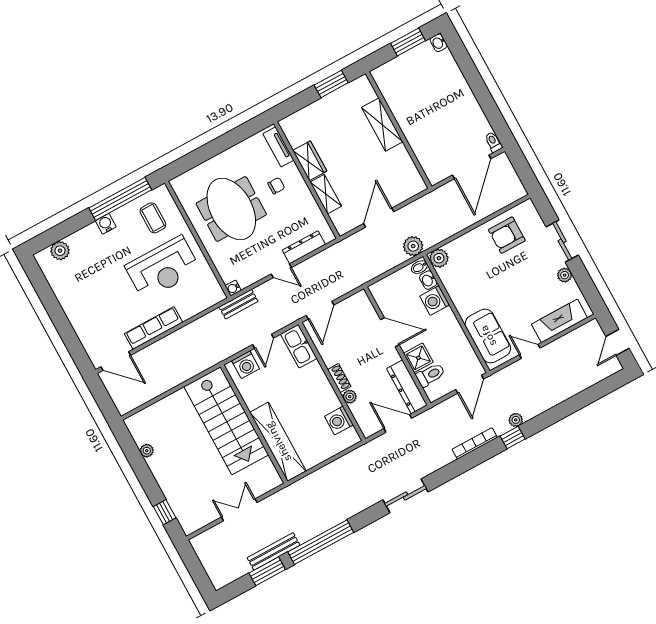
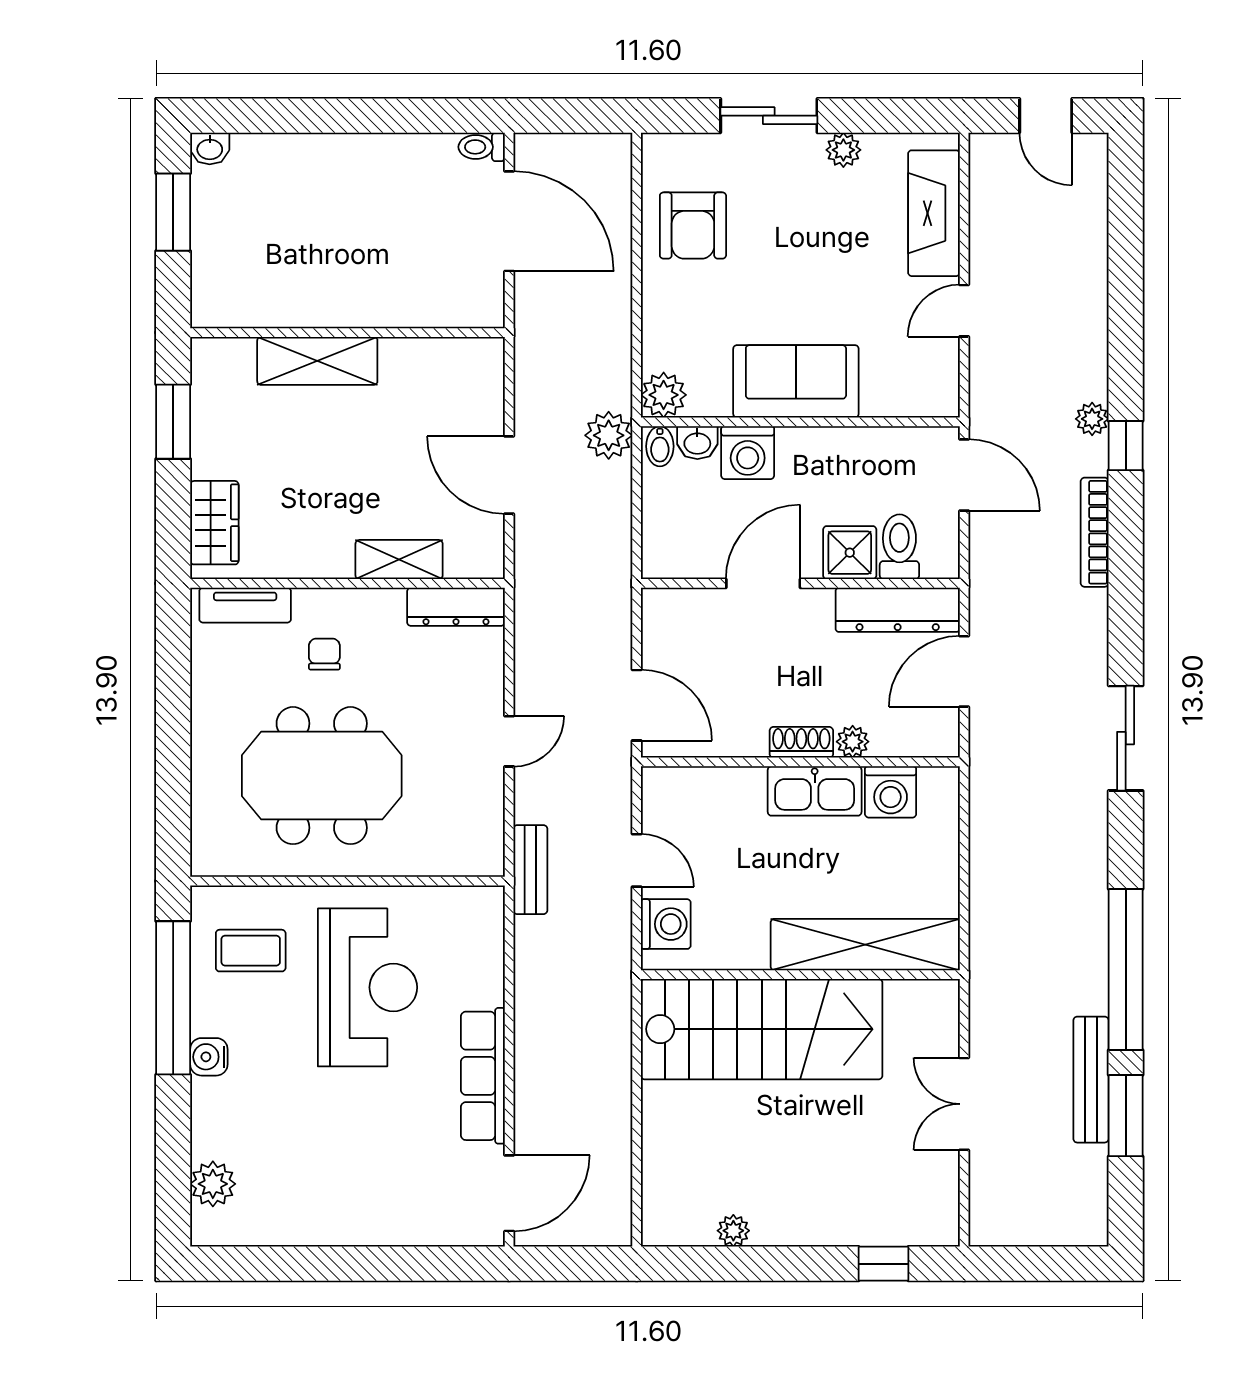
wardrobe: (310, 161) -> (214, 523), moved, turned 90
dresser: (304, 247) -> (456, 607), moved, turned -90
water cooler: (233, 288) -> (490, 862), removed
sofa: (488, 336) -> (796, 381), moved
kitchen sink: (299, 346) -> (815, 791), moved

